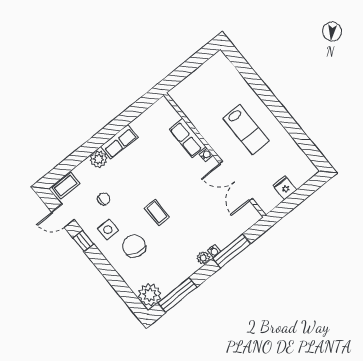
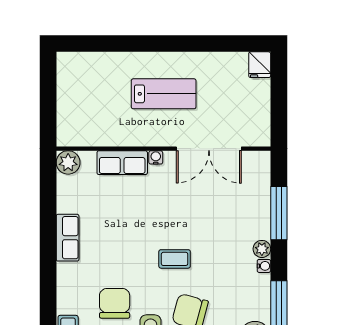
plant: (98, 159) -> (68, 162), moved
fridge: (285, 188) -> (260, 65), moved, turned -90
chair: (104, 199) -> (115, 303), width x1.87, depth x1.87
water cooler: (214, 251) -> (264, 266), moved

